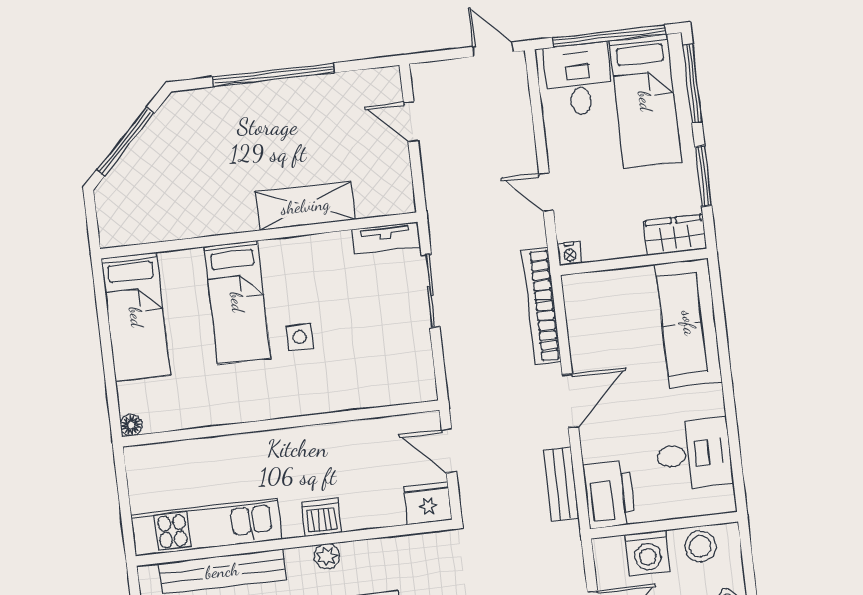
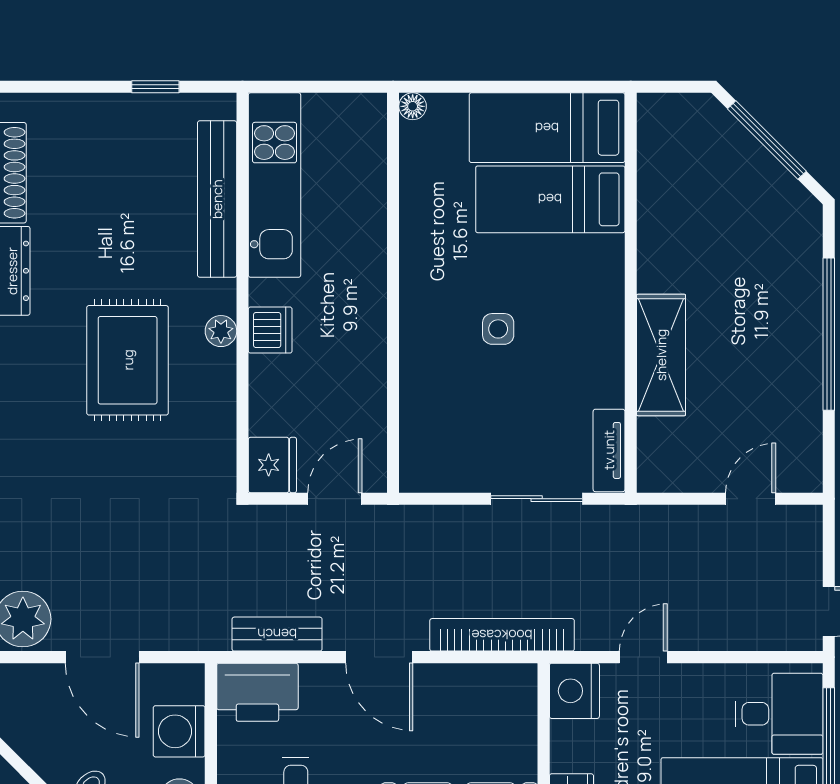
nightstand: (570, 253) -> (574, 691), width x1.89, depth x1.79
bed: (237, 302) -> (550, 199), moved

